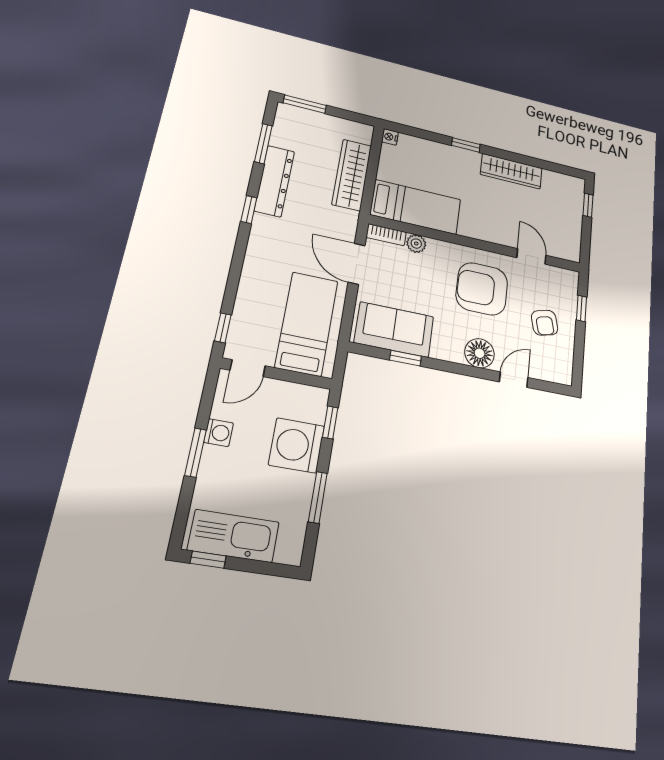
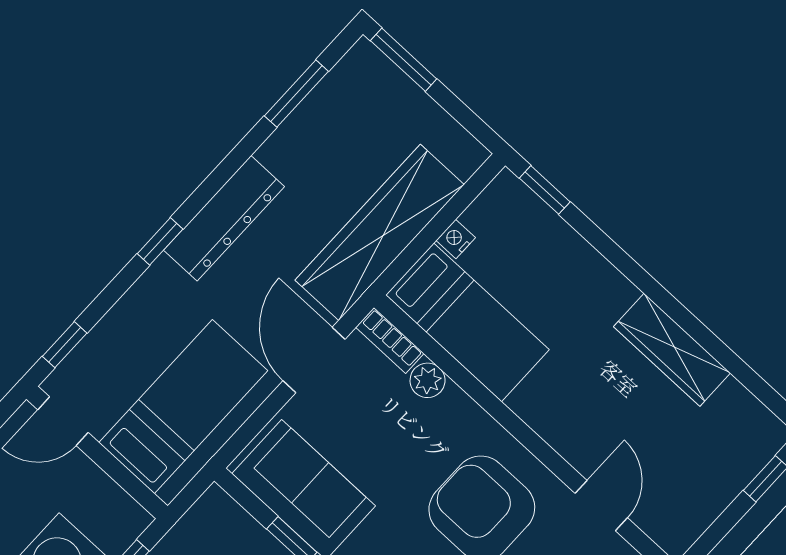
nightstand: (390, 137) -> (456, 239), moved
window: (466, 145) -> (545, 190), moved
wardrobe: (352, 175) -> (380, 232), width x1.40, depth x1.17
dresser: (274, 181) -> (224, 218), moved
window: (249, 210) -> (160, 241), moved

